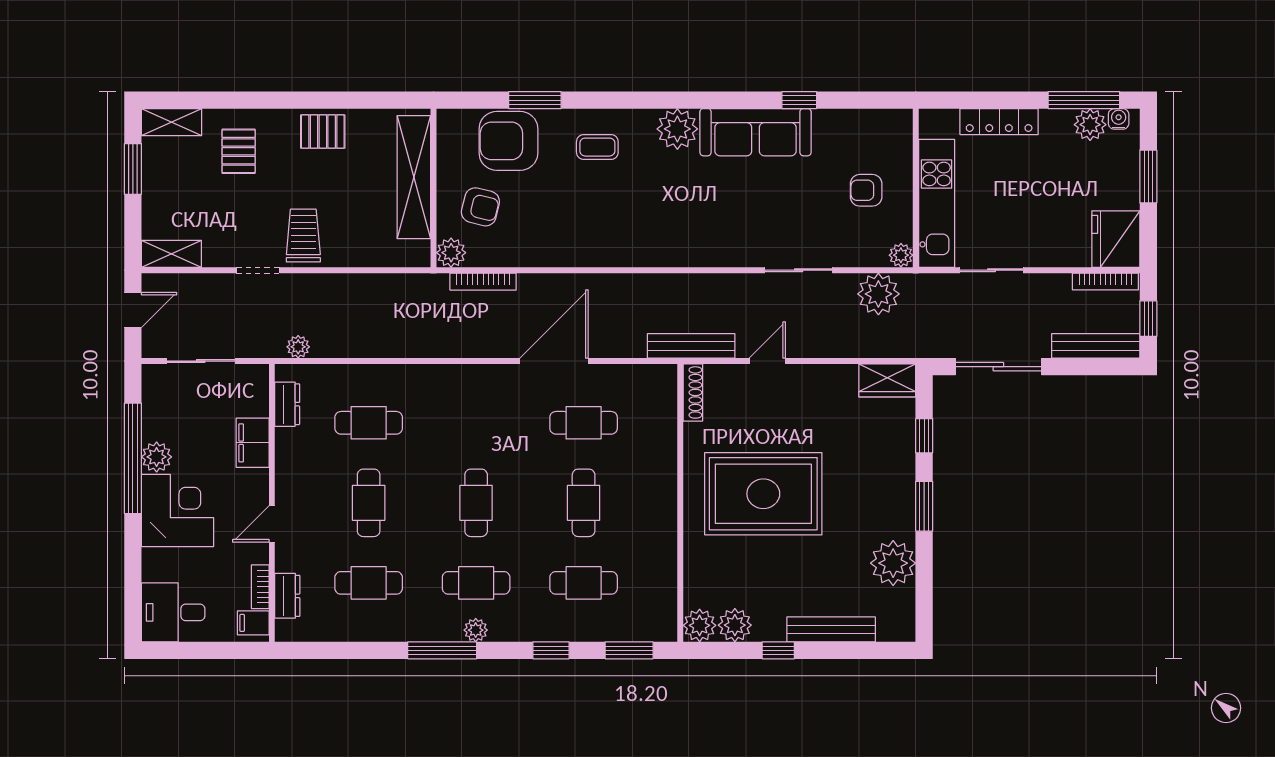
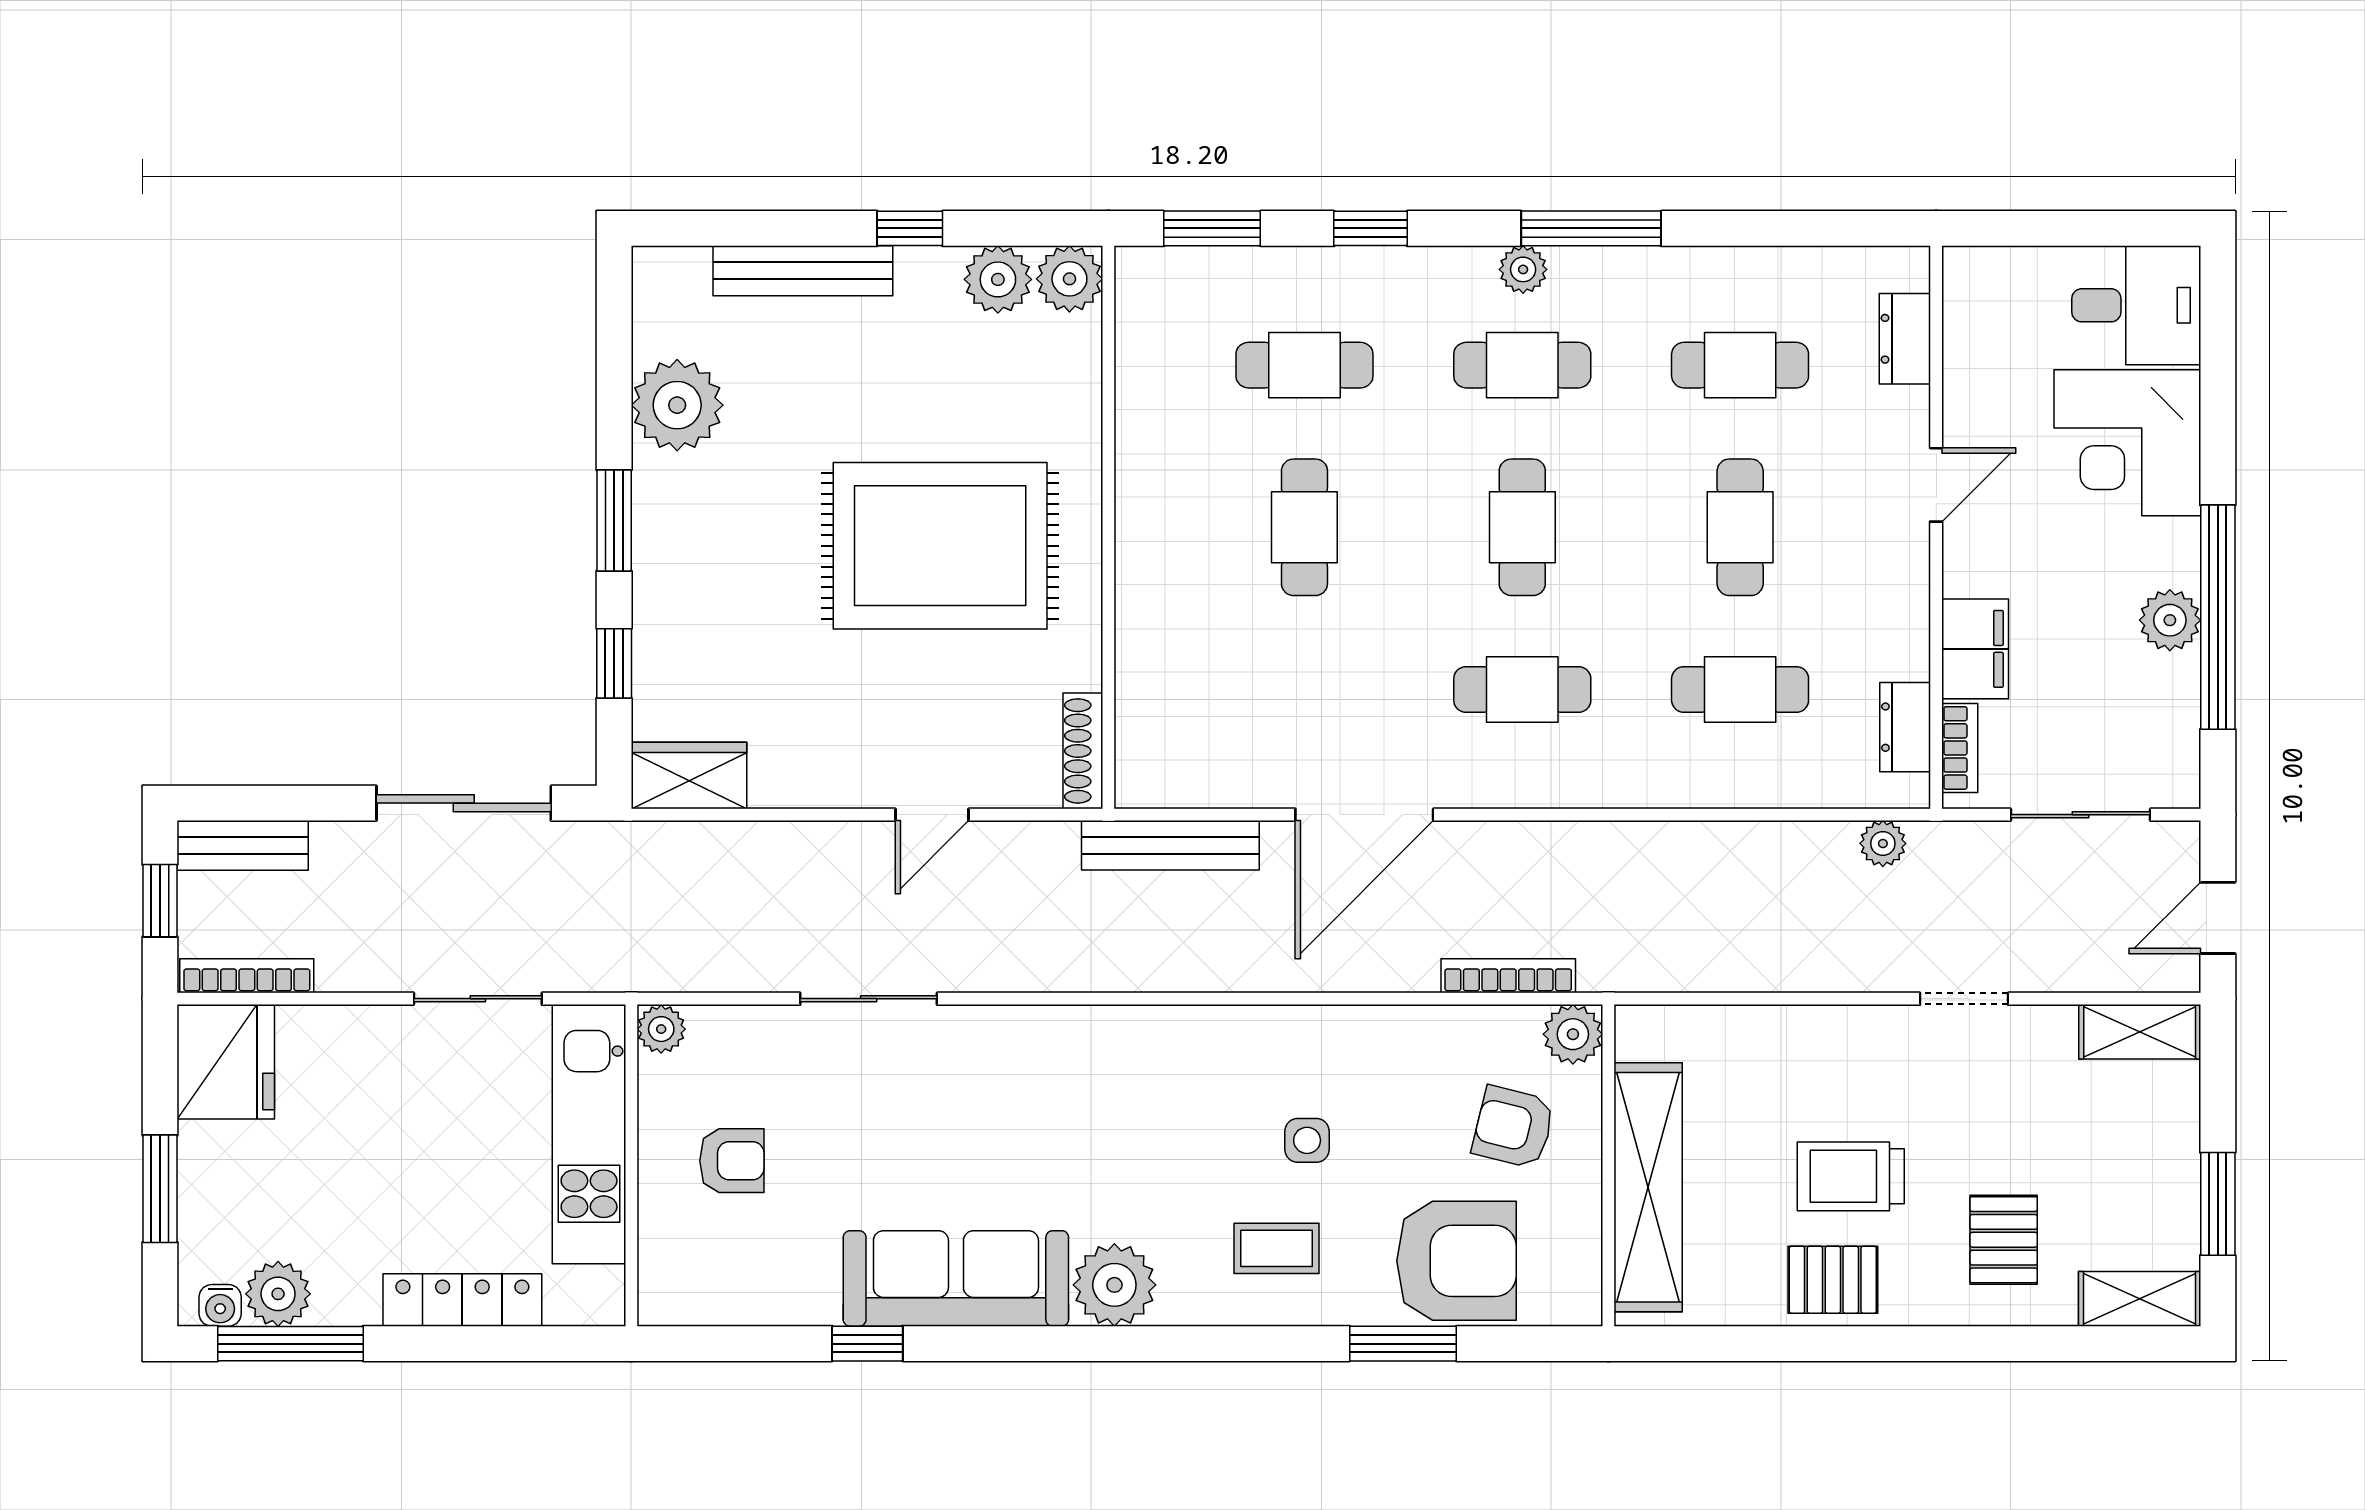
side table: (582, 200) -> (1307, 1140), added
trolley: (303, 236) -> (1851, 1176), moved, turned 90
plant: (878, 294) -> (707, 951), removed
bench: (691, 346) -> (1170, 845), moved
bench: (1096, 346) -> (243, 845), width x0.73
cafe table: (584, 423) -> (1522, 689), moved
corner desk: (178, 510) -> (2127, 443), moved
bookcase: (260, 587) -> (1960, 748), moved
filing cabinet: (253, 623) -> (1974, 284), removed

